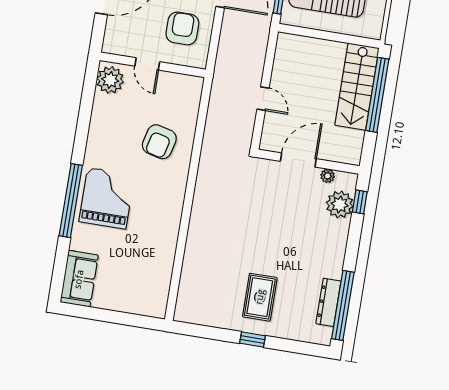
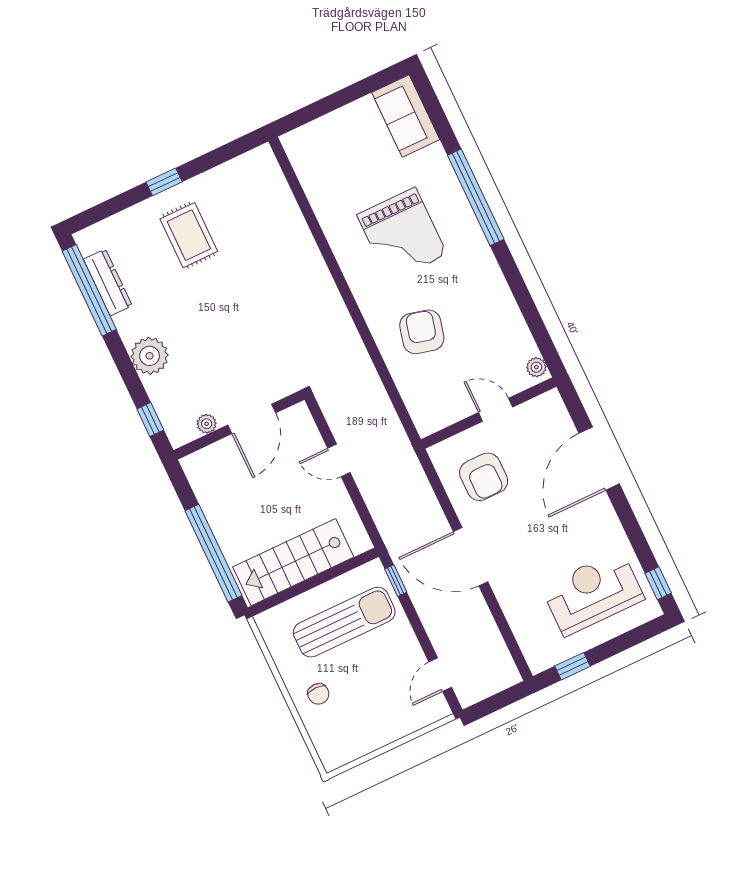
plant: (110, 80) -> (536, 367), width x0.53, depth x0.53
stairs: (357, 87) -> (293, 562), moved, turned -90
grand piano: (107, 198) -> (402, 235), moved
plant: (340, 205) -> (150, 356), moved

